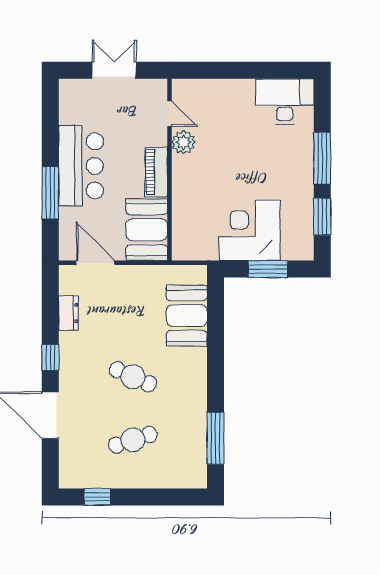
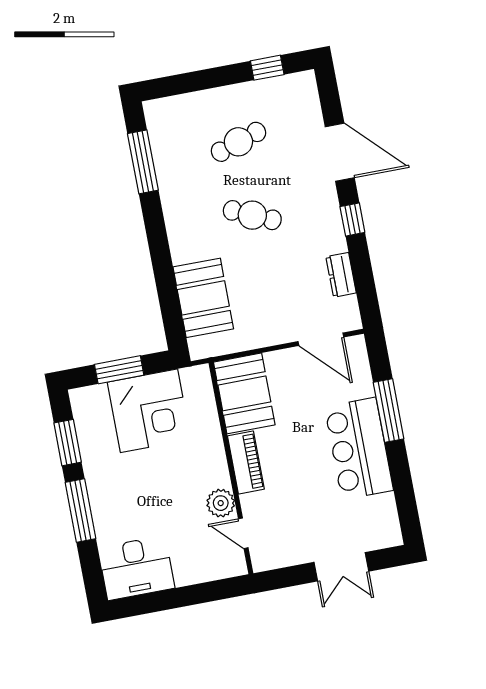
door: (170, 114) -> (243, 533), moved
plant: (184, 142) -> (221, 503), moved
wall: (170, 170) -> (231, 468), moved
piano: (156, 172) -> (246, 463), moved
booth: (147, 230) -> (244, 393), moved

